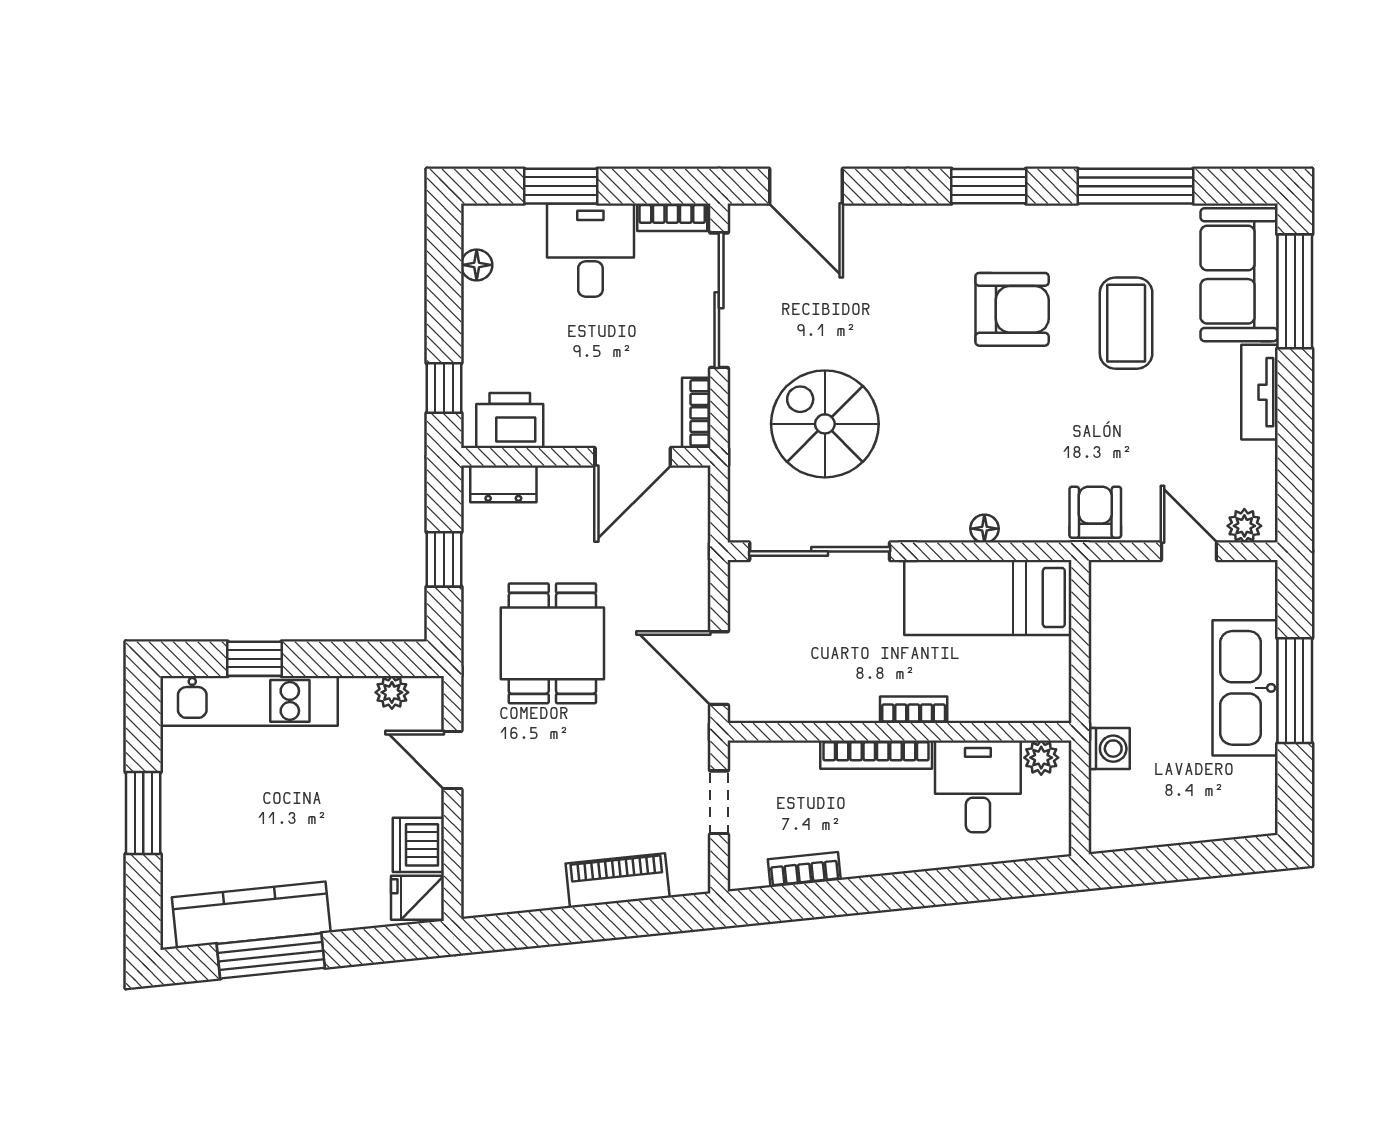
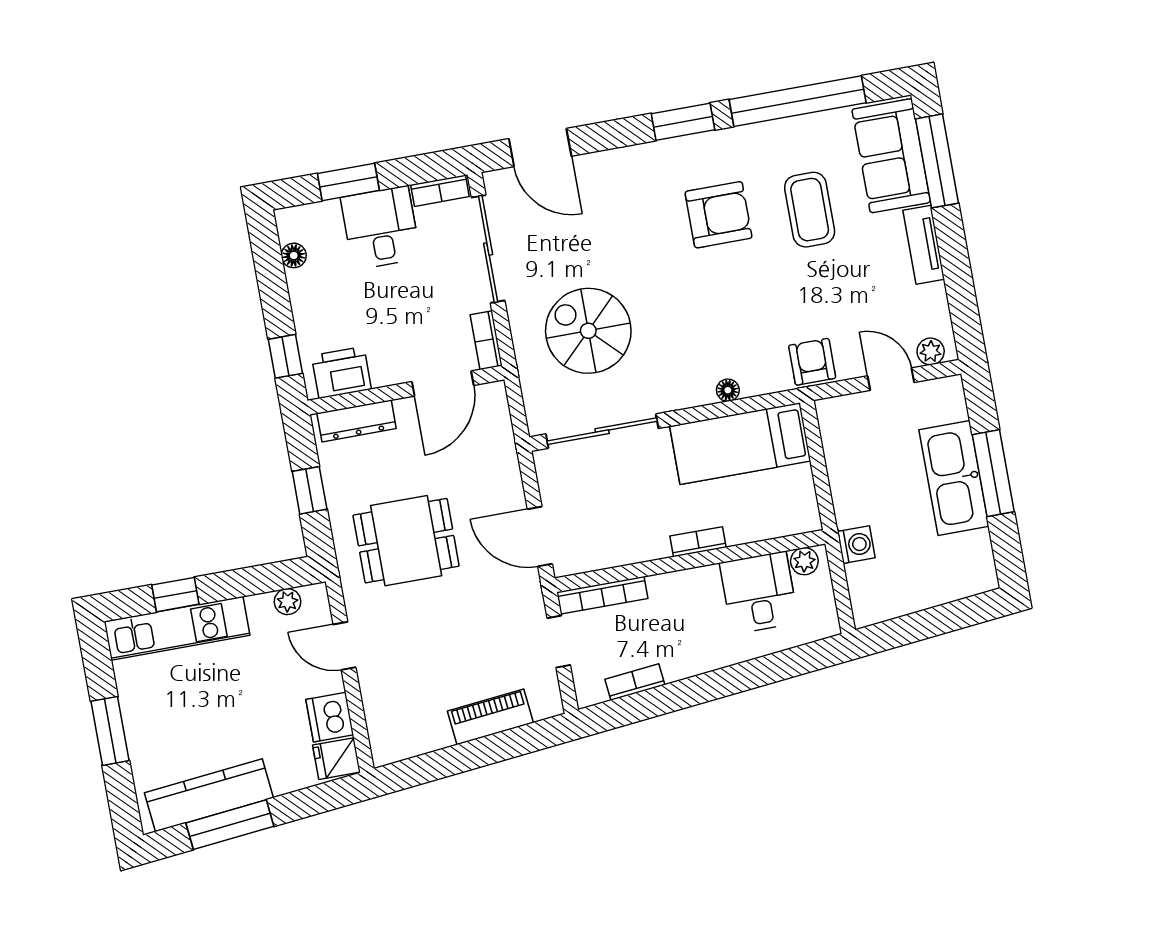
window: (1135, 186) -> (798, 101), width x1.46
dresser: (503, 484) -> (357, 421), width x1.44
dining table: (552, 643) -> (406, 541), turned 90
bookcase: (876, 755) -> (602, 595), moved

